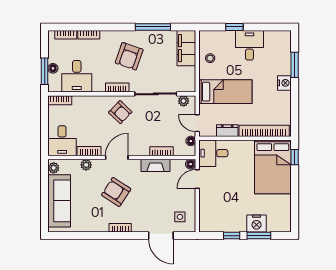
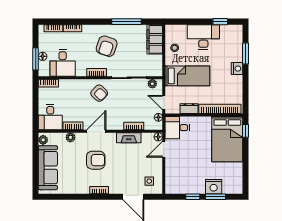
window: (234, 27) -> (220, 22), moved
desk: (249, 45) -> (203, 37), width x1.37
armchair: (116, 192) -> (96, 160), turned 147

